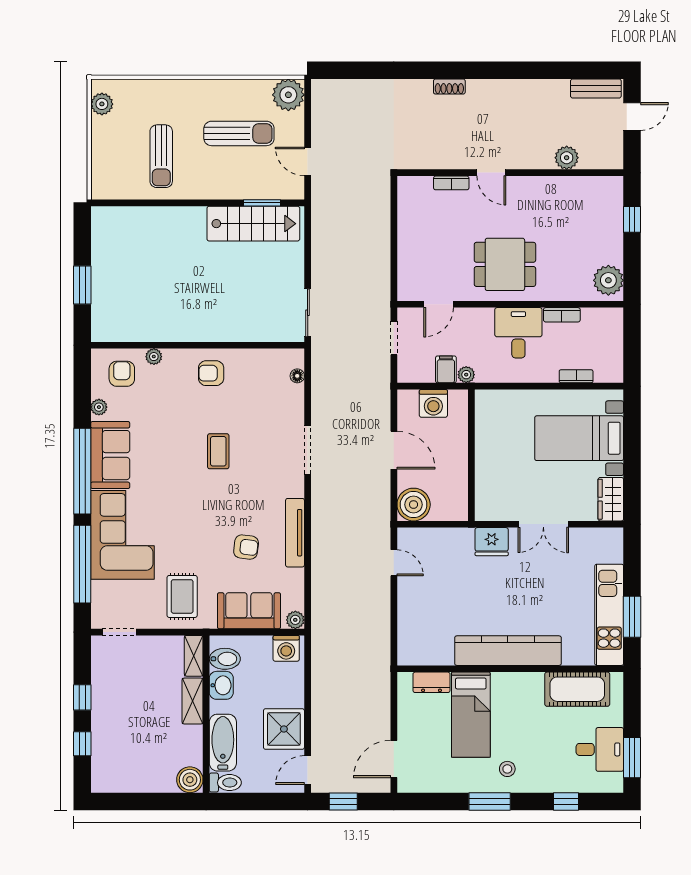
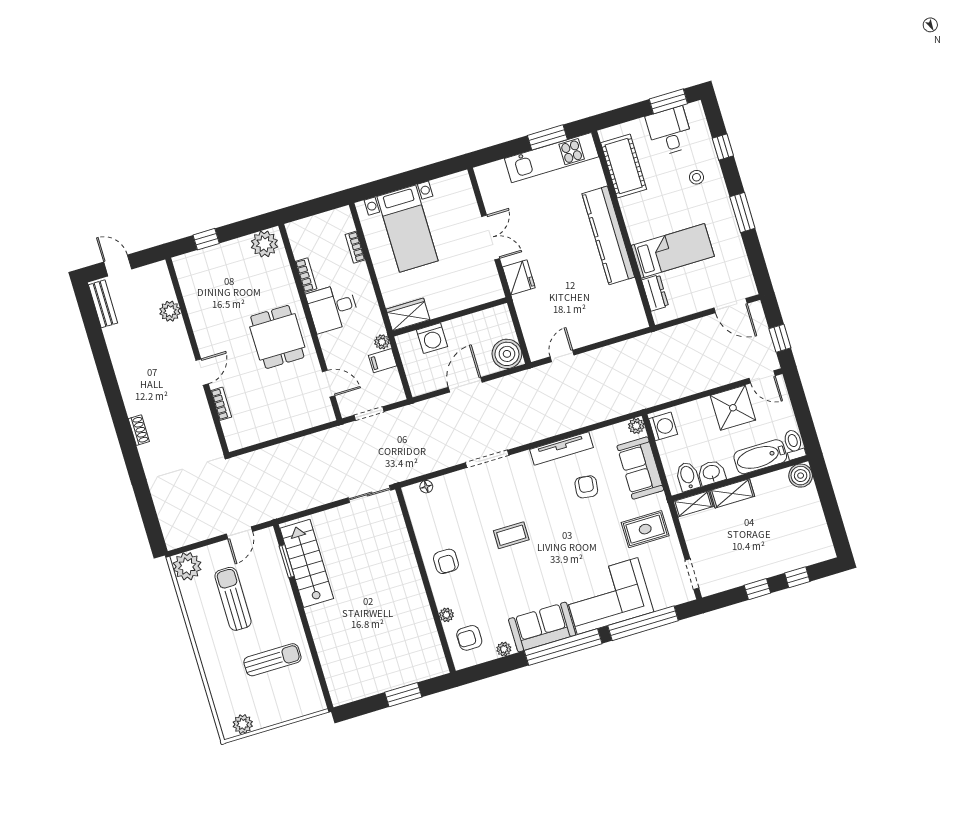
washing machine: (433, 403) -> (432, 338), moved, turned 90
wardrobe: (611, 499) -> (408, 314), moved, turned 180
stool: (507, 769) -> (696, 177), moved

